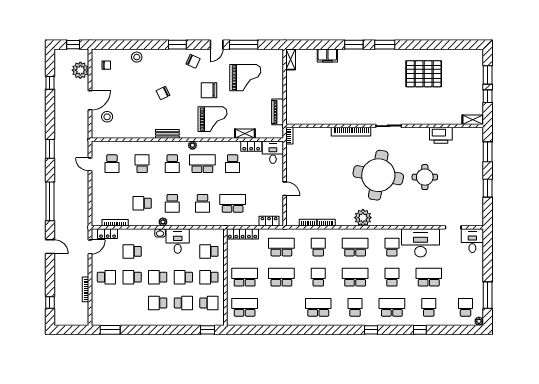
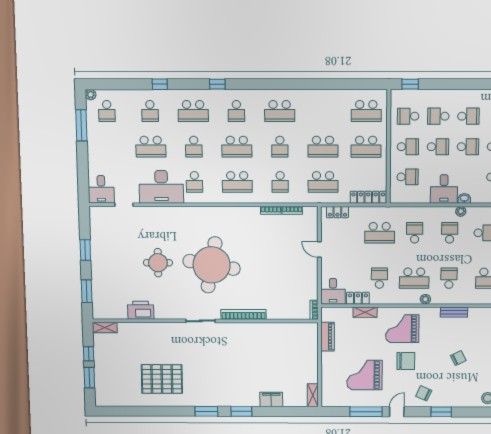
plant: (363, 218) -> (229, 216), removed

